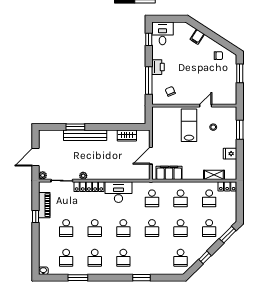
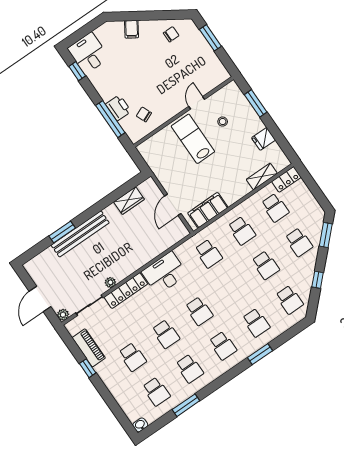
printer: (158, 67) -> (118, 108), moved
school desk: (152, 228) -> (256, 323), moved

